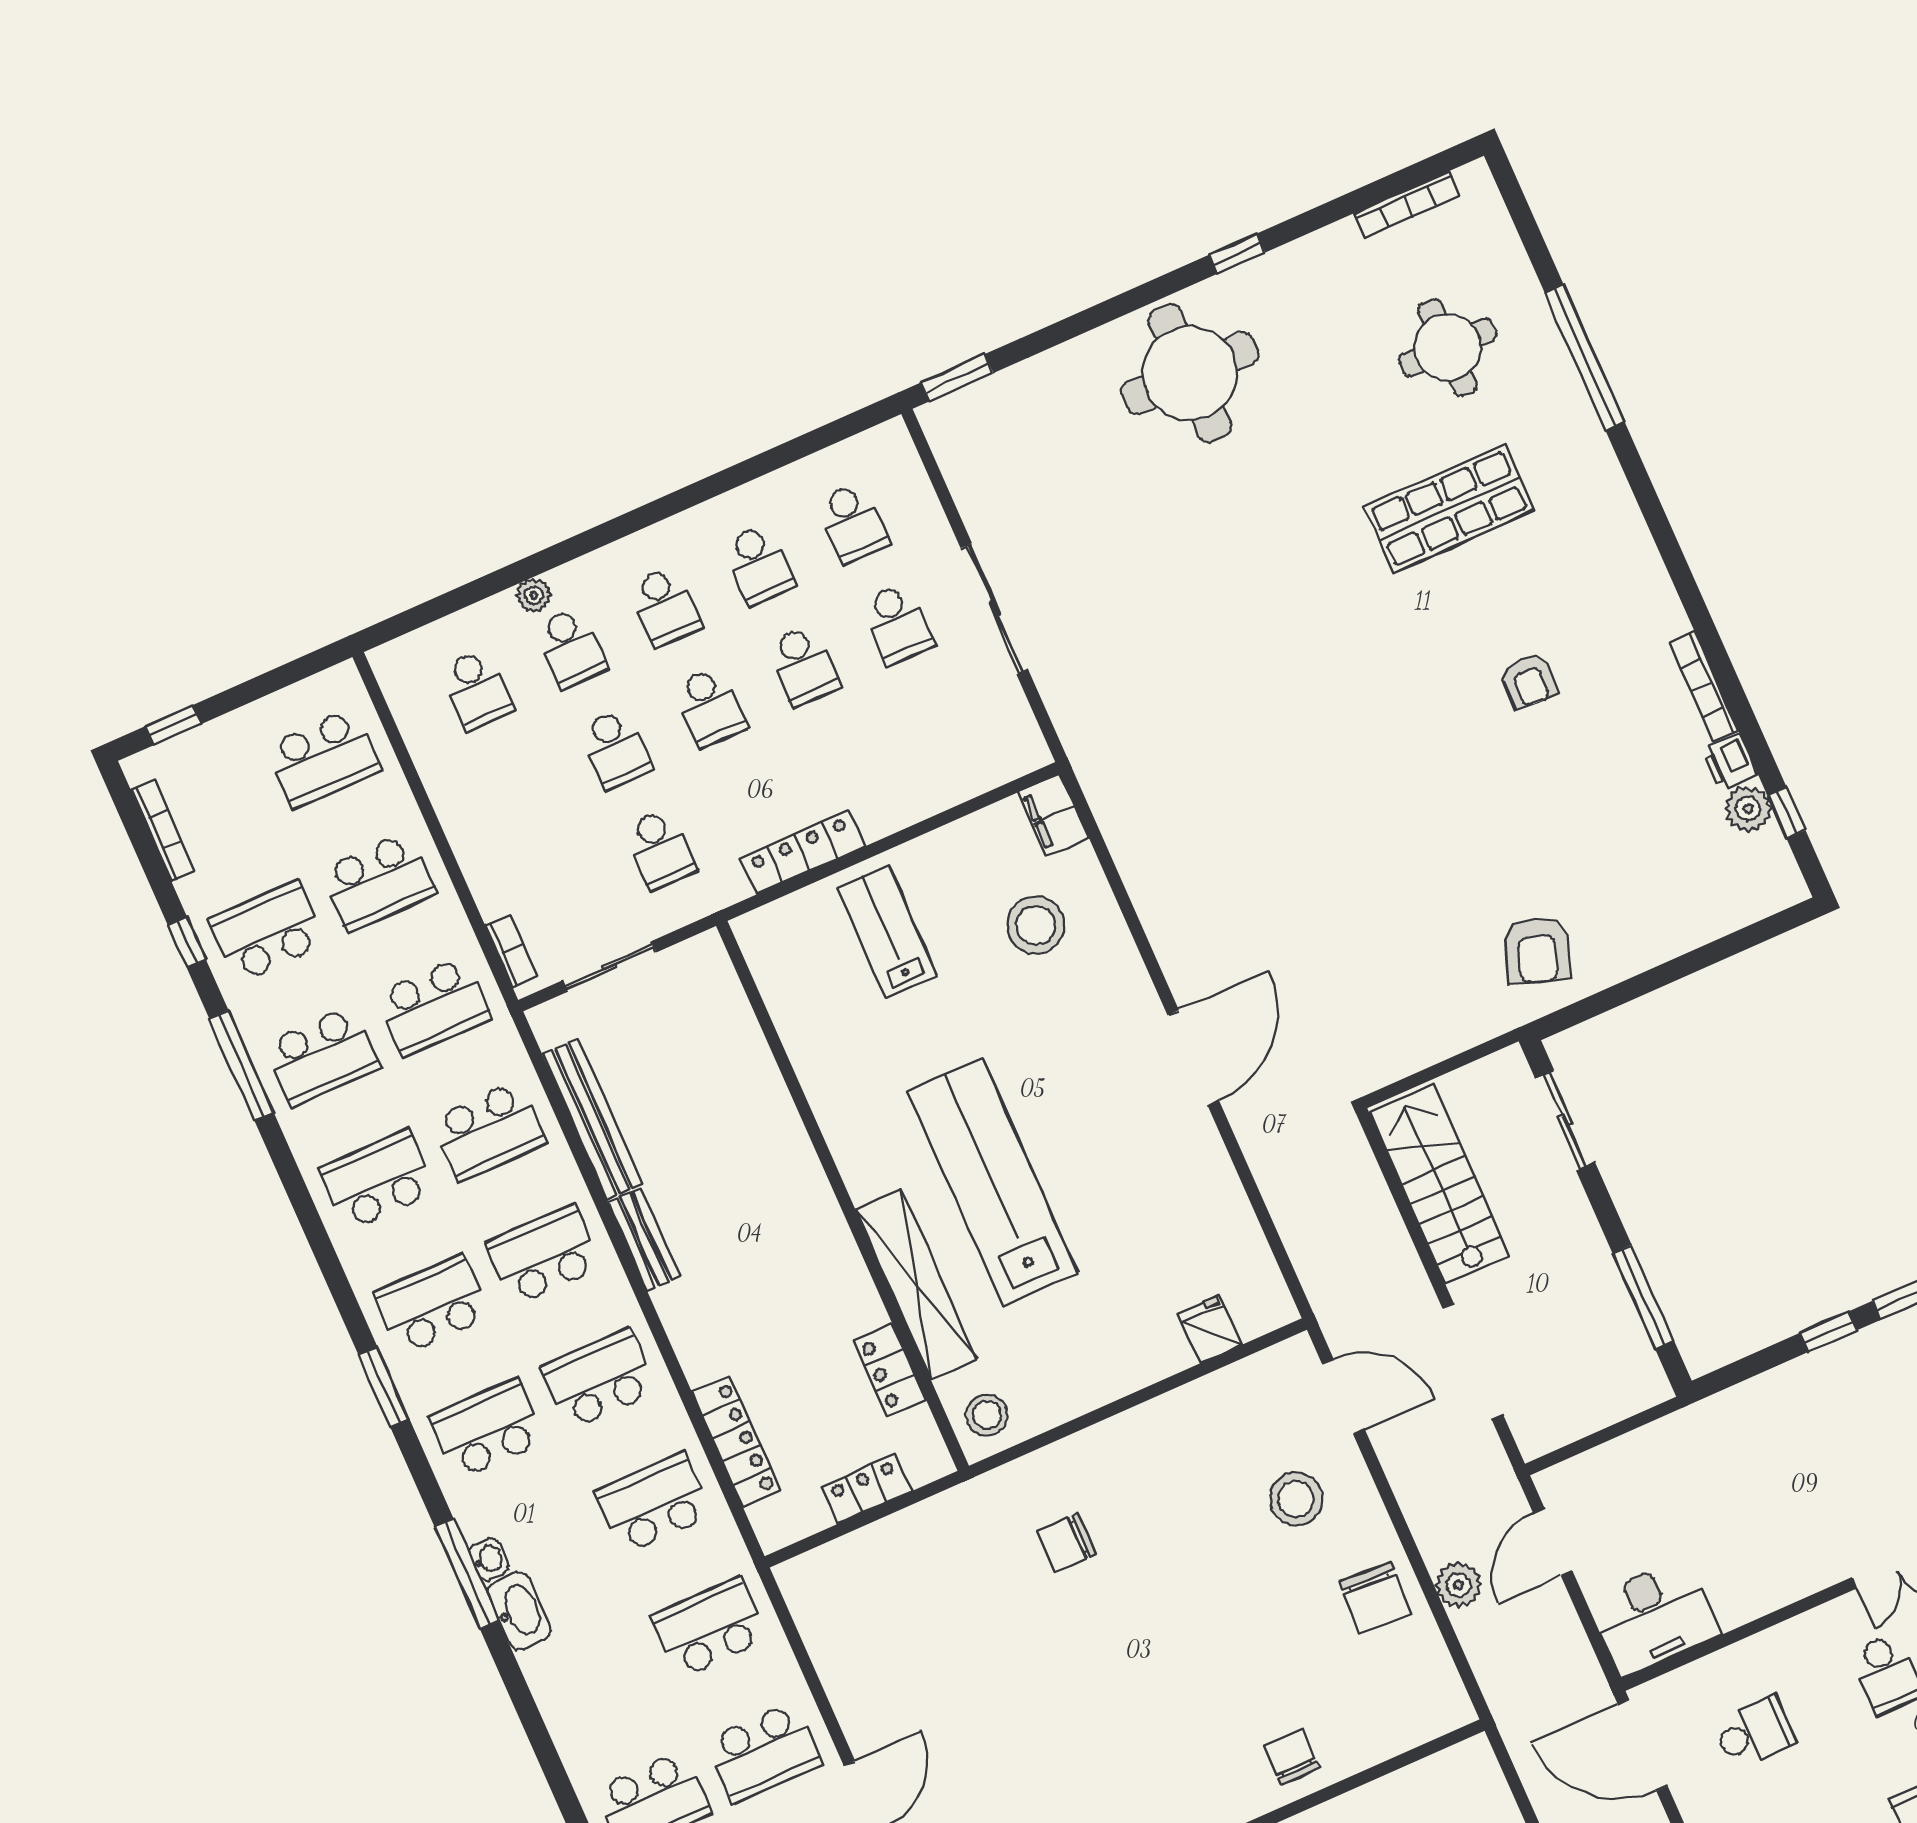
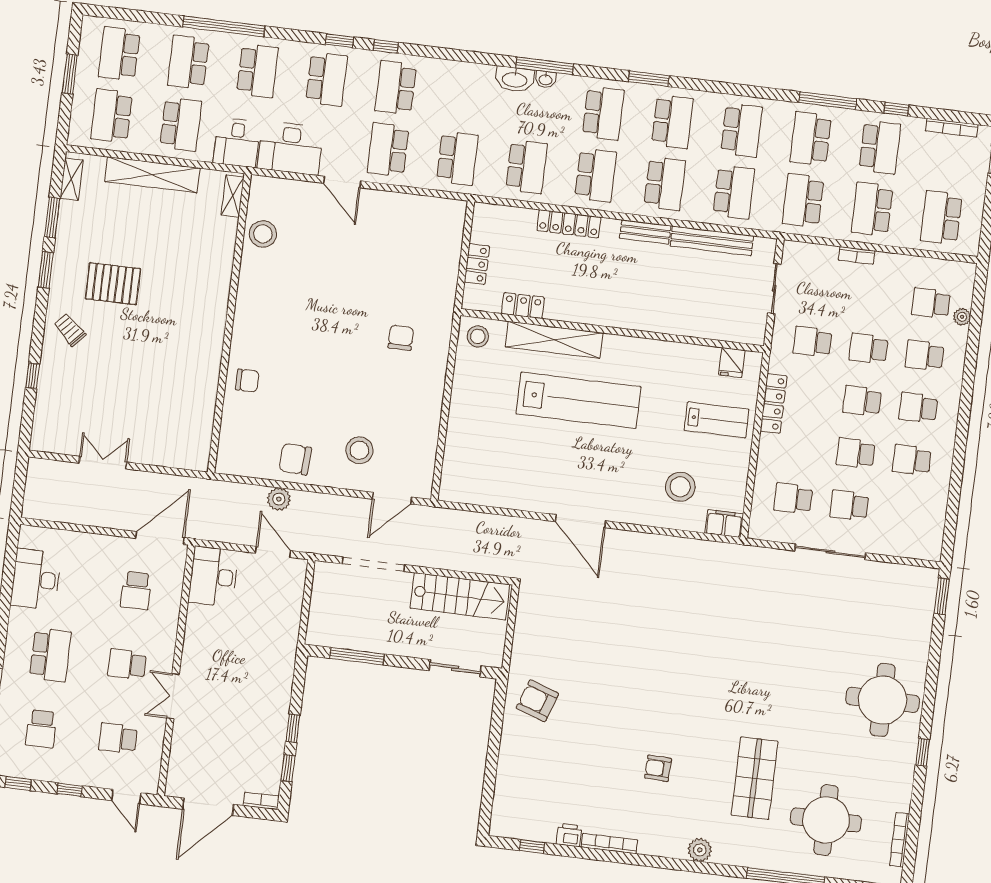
round table: (1447, 347) -> (826, 820), width x1.36, depth x1.36
school desk: (853, 523) -> (793, 498), moved
plant: (533, 595) -> (962, 317), moved
plant: (1748, 809) -> (700, 850), moved
bookcase: (511, 950) -> (857, 255), moved
school desk: (489, 1131) -> (734, 192), turned 180
fridge: (1210, 1329) -> (732, 363), moved, turned 90
locker: (736, 1442) -> (569, 224), moved

